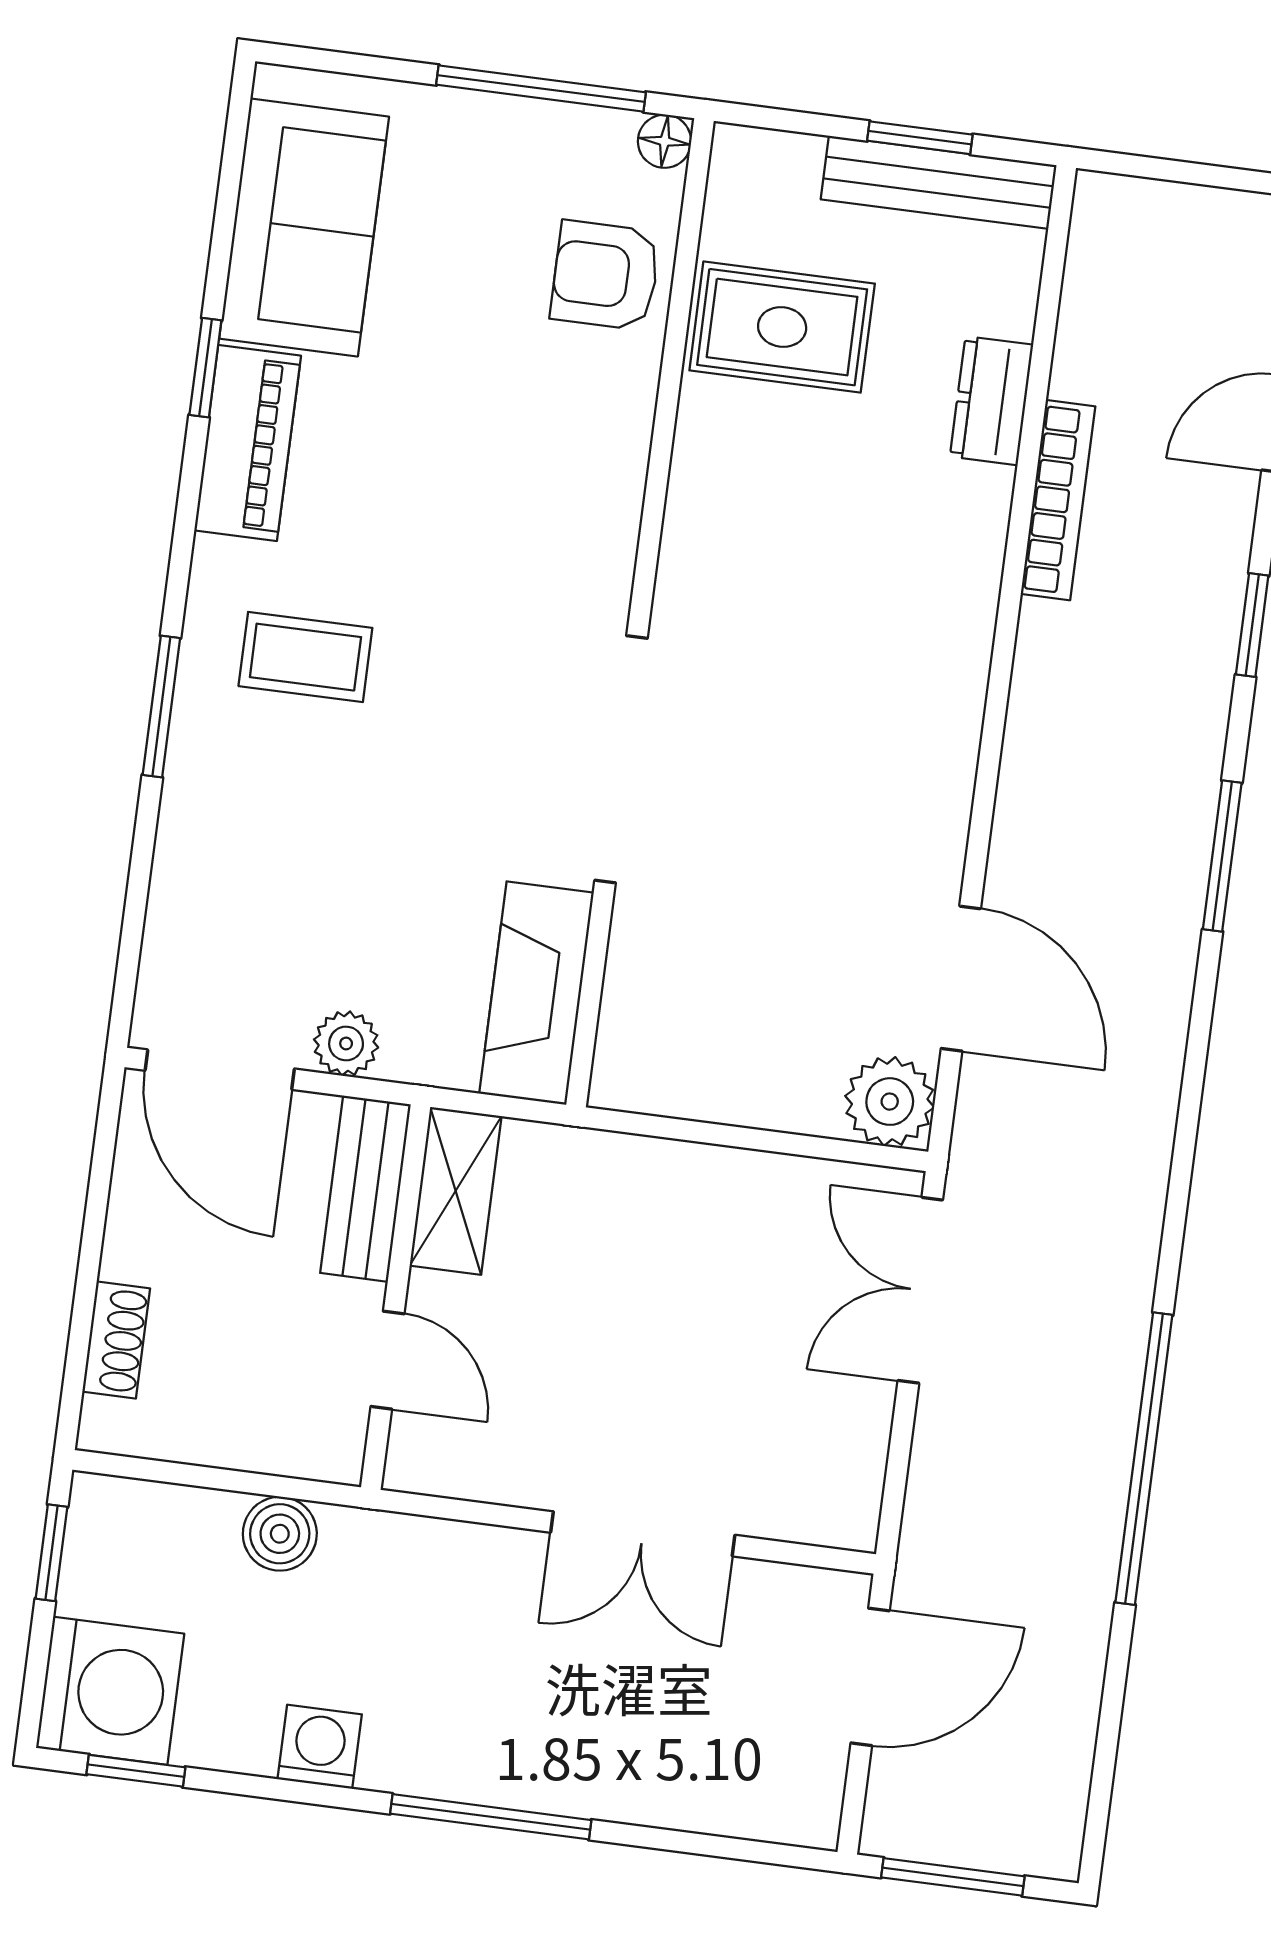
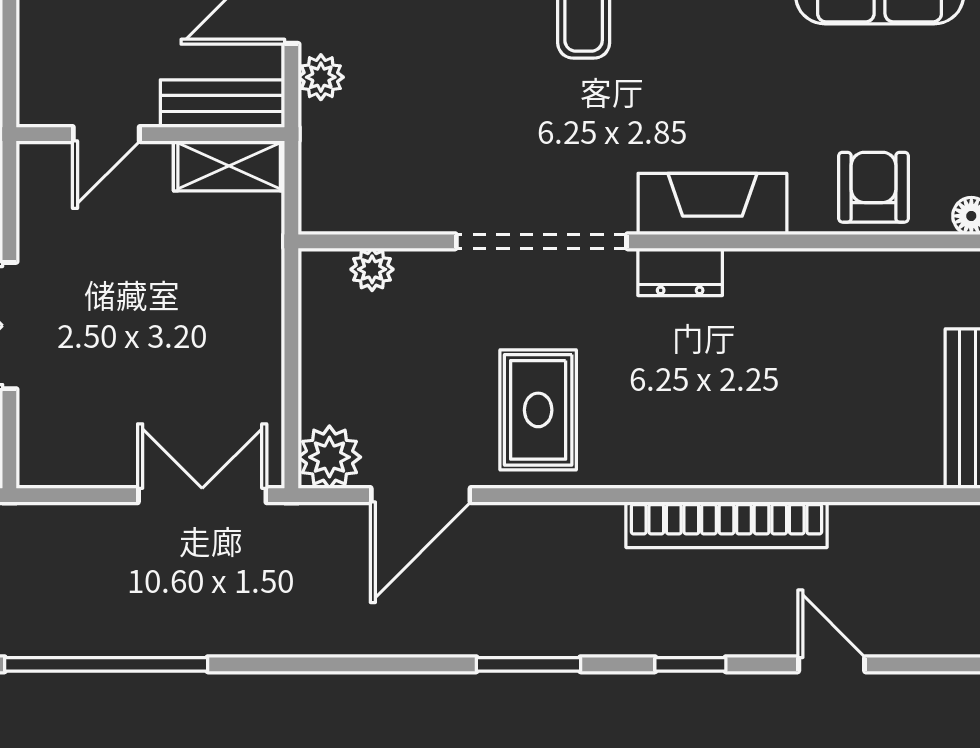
rug: (782, 327) -> (538, 410), moved
dresser: (992, 401) -> (680, 272), moved, turned 180
bookcase: (1058, 500) -> (726, 525), width x1.48, depth x1.31
fireplace: (536, 993) -> (712, 204), moved
plant: (630, 1006) -> (372, 269), added

